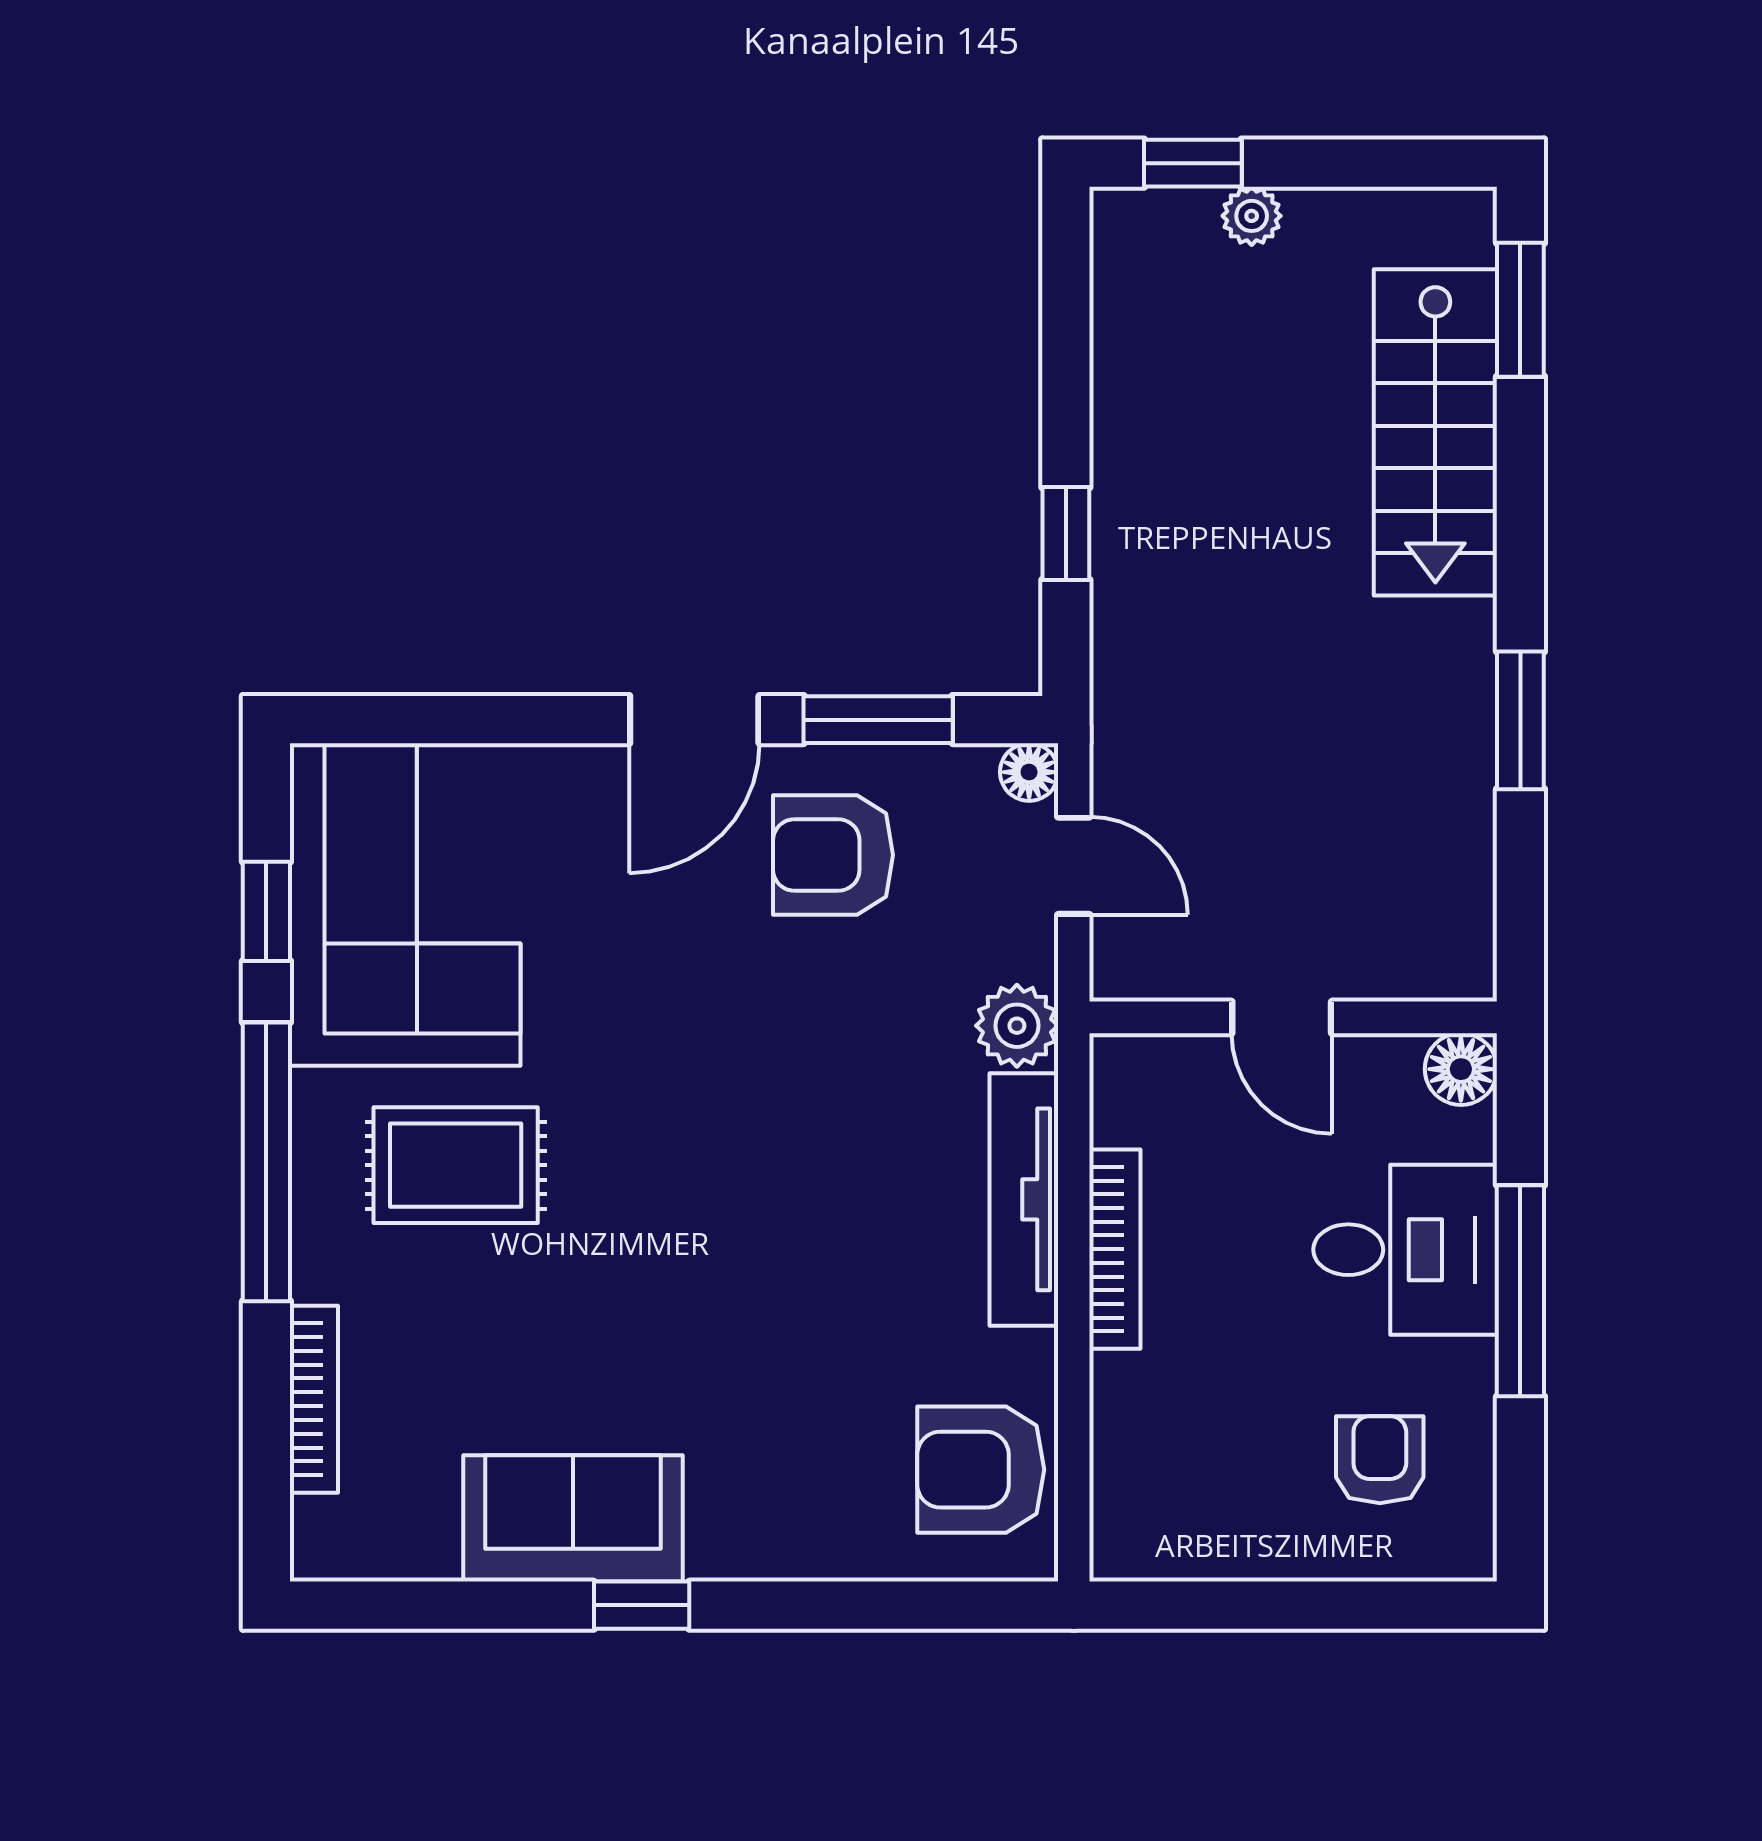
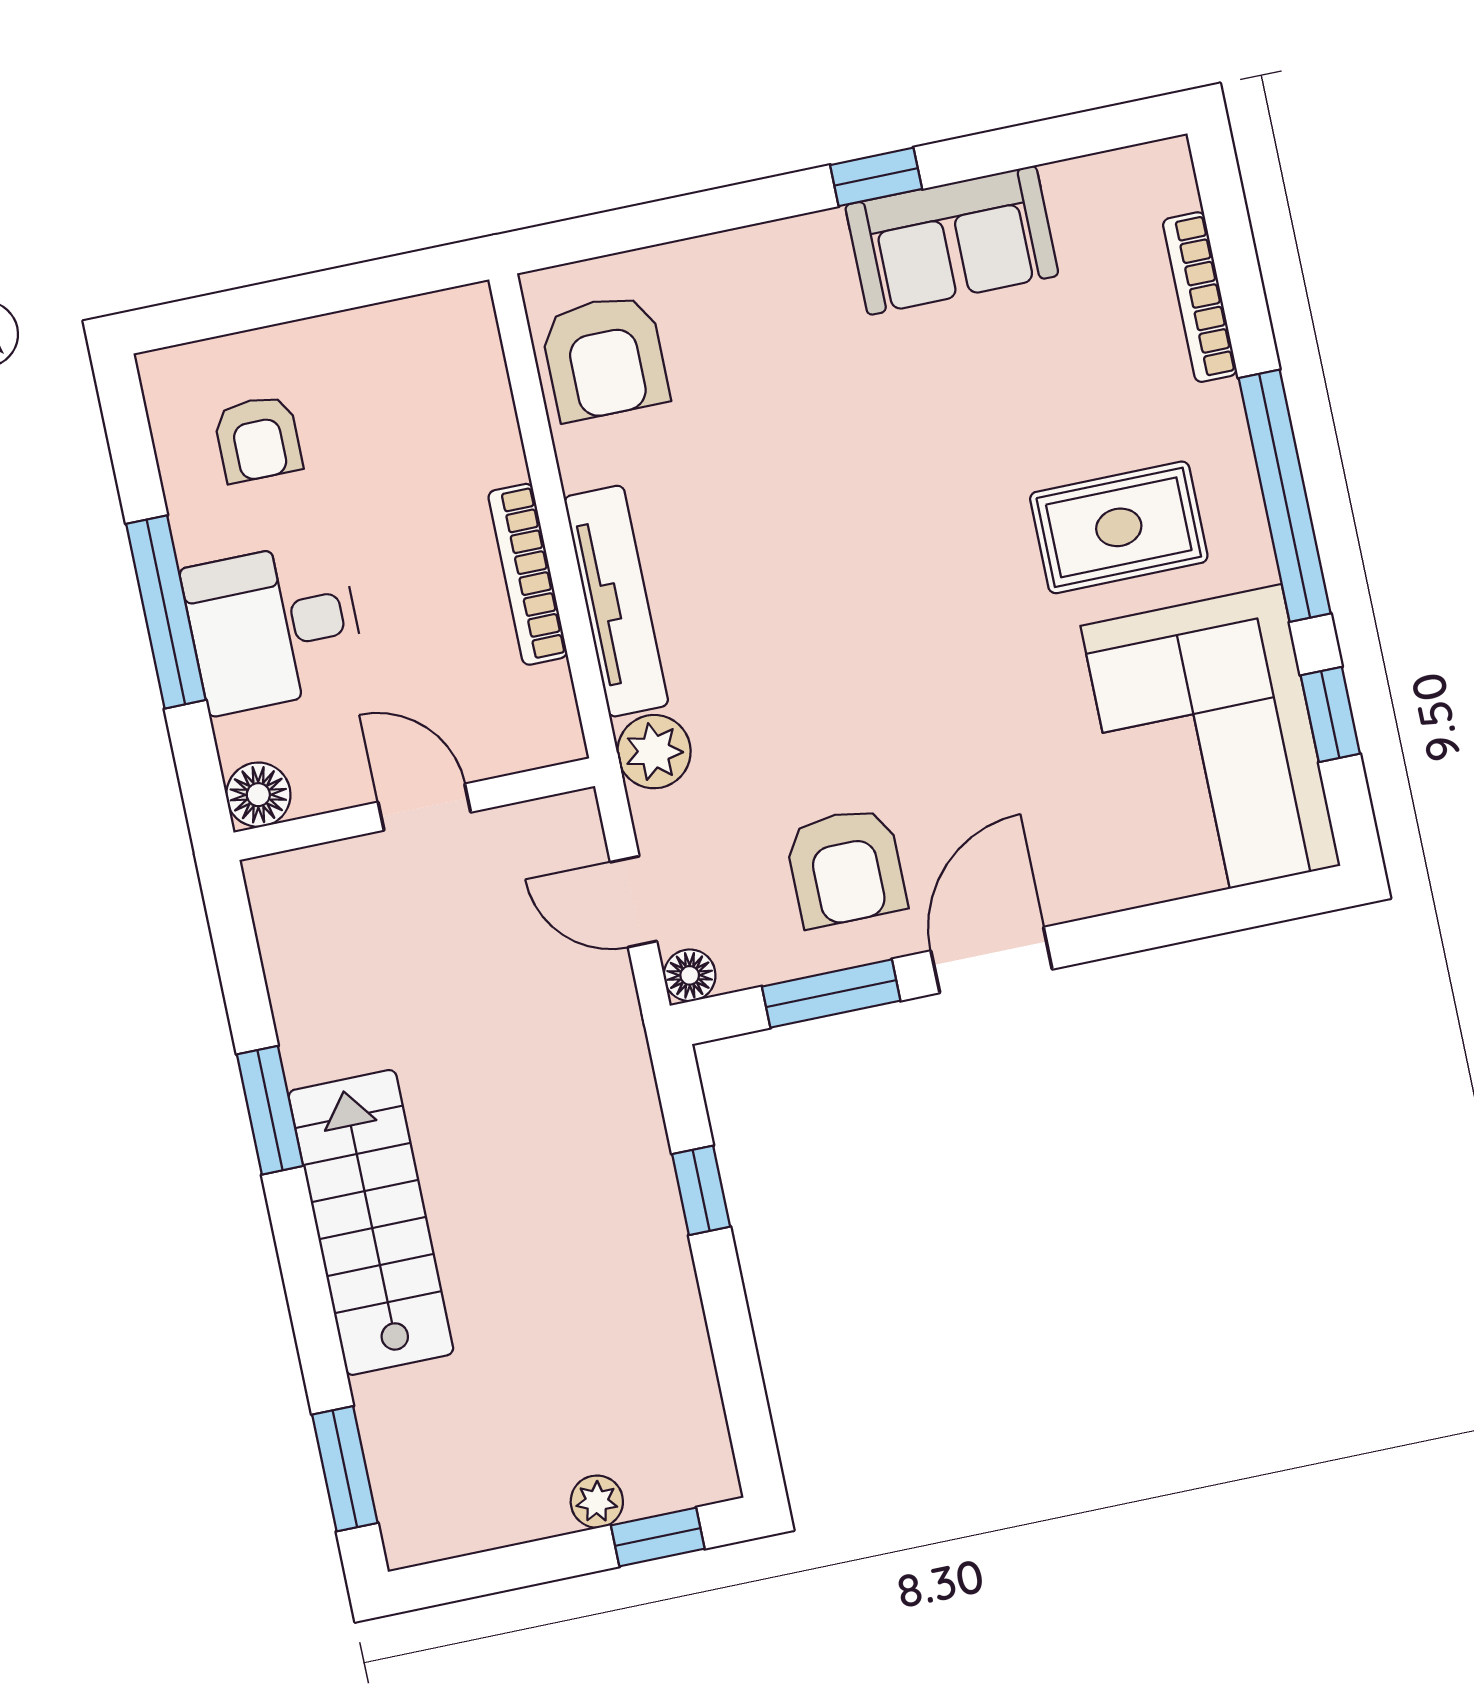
stairs: (1435, 432) -> (371, 1222), moved
armchair: (833, 855) -> (846, 867), turned 90
armchair: (981, 1470) -> (605, 357), turned 90

